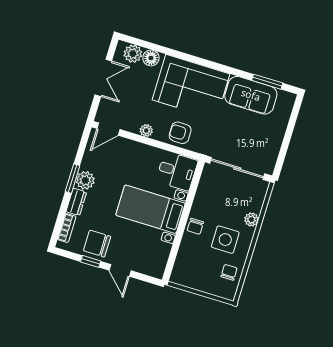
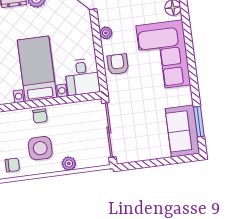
sofa: (251, 95) -> (183, 131), moved
chair: (195, 226) -> (40, 116), turned -90

